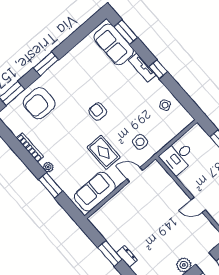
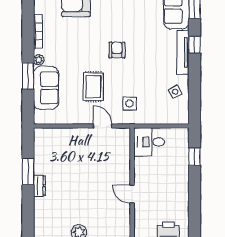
tv unit: (142, 68) -> (183, 52), width x1.41
window: (158, 69) -> (195, 45), moved
sofa: (95, 192) -> (46, 88), moved, turned 90

